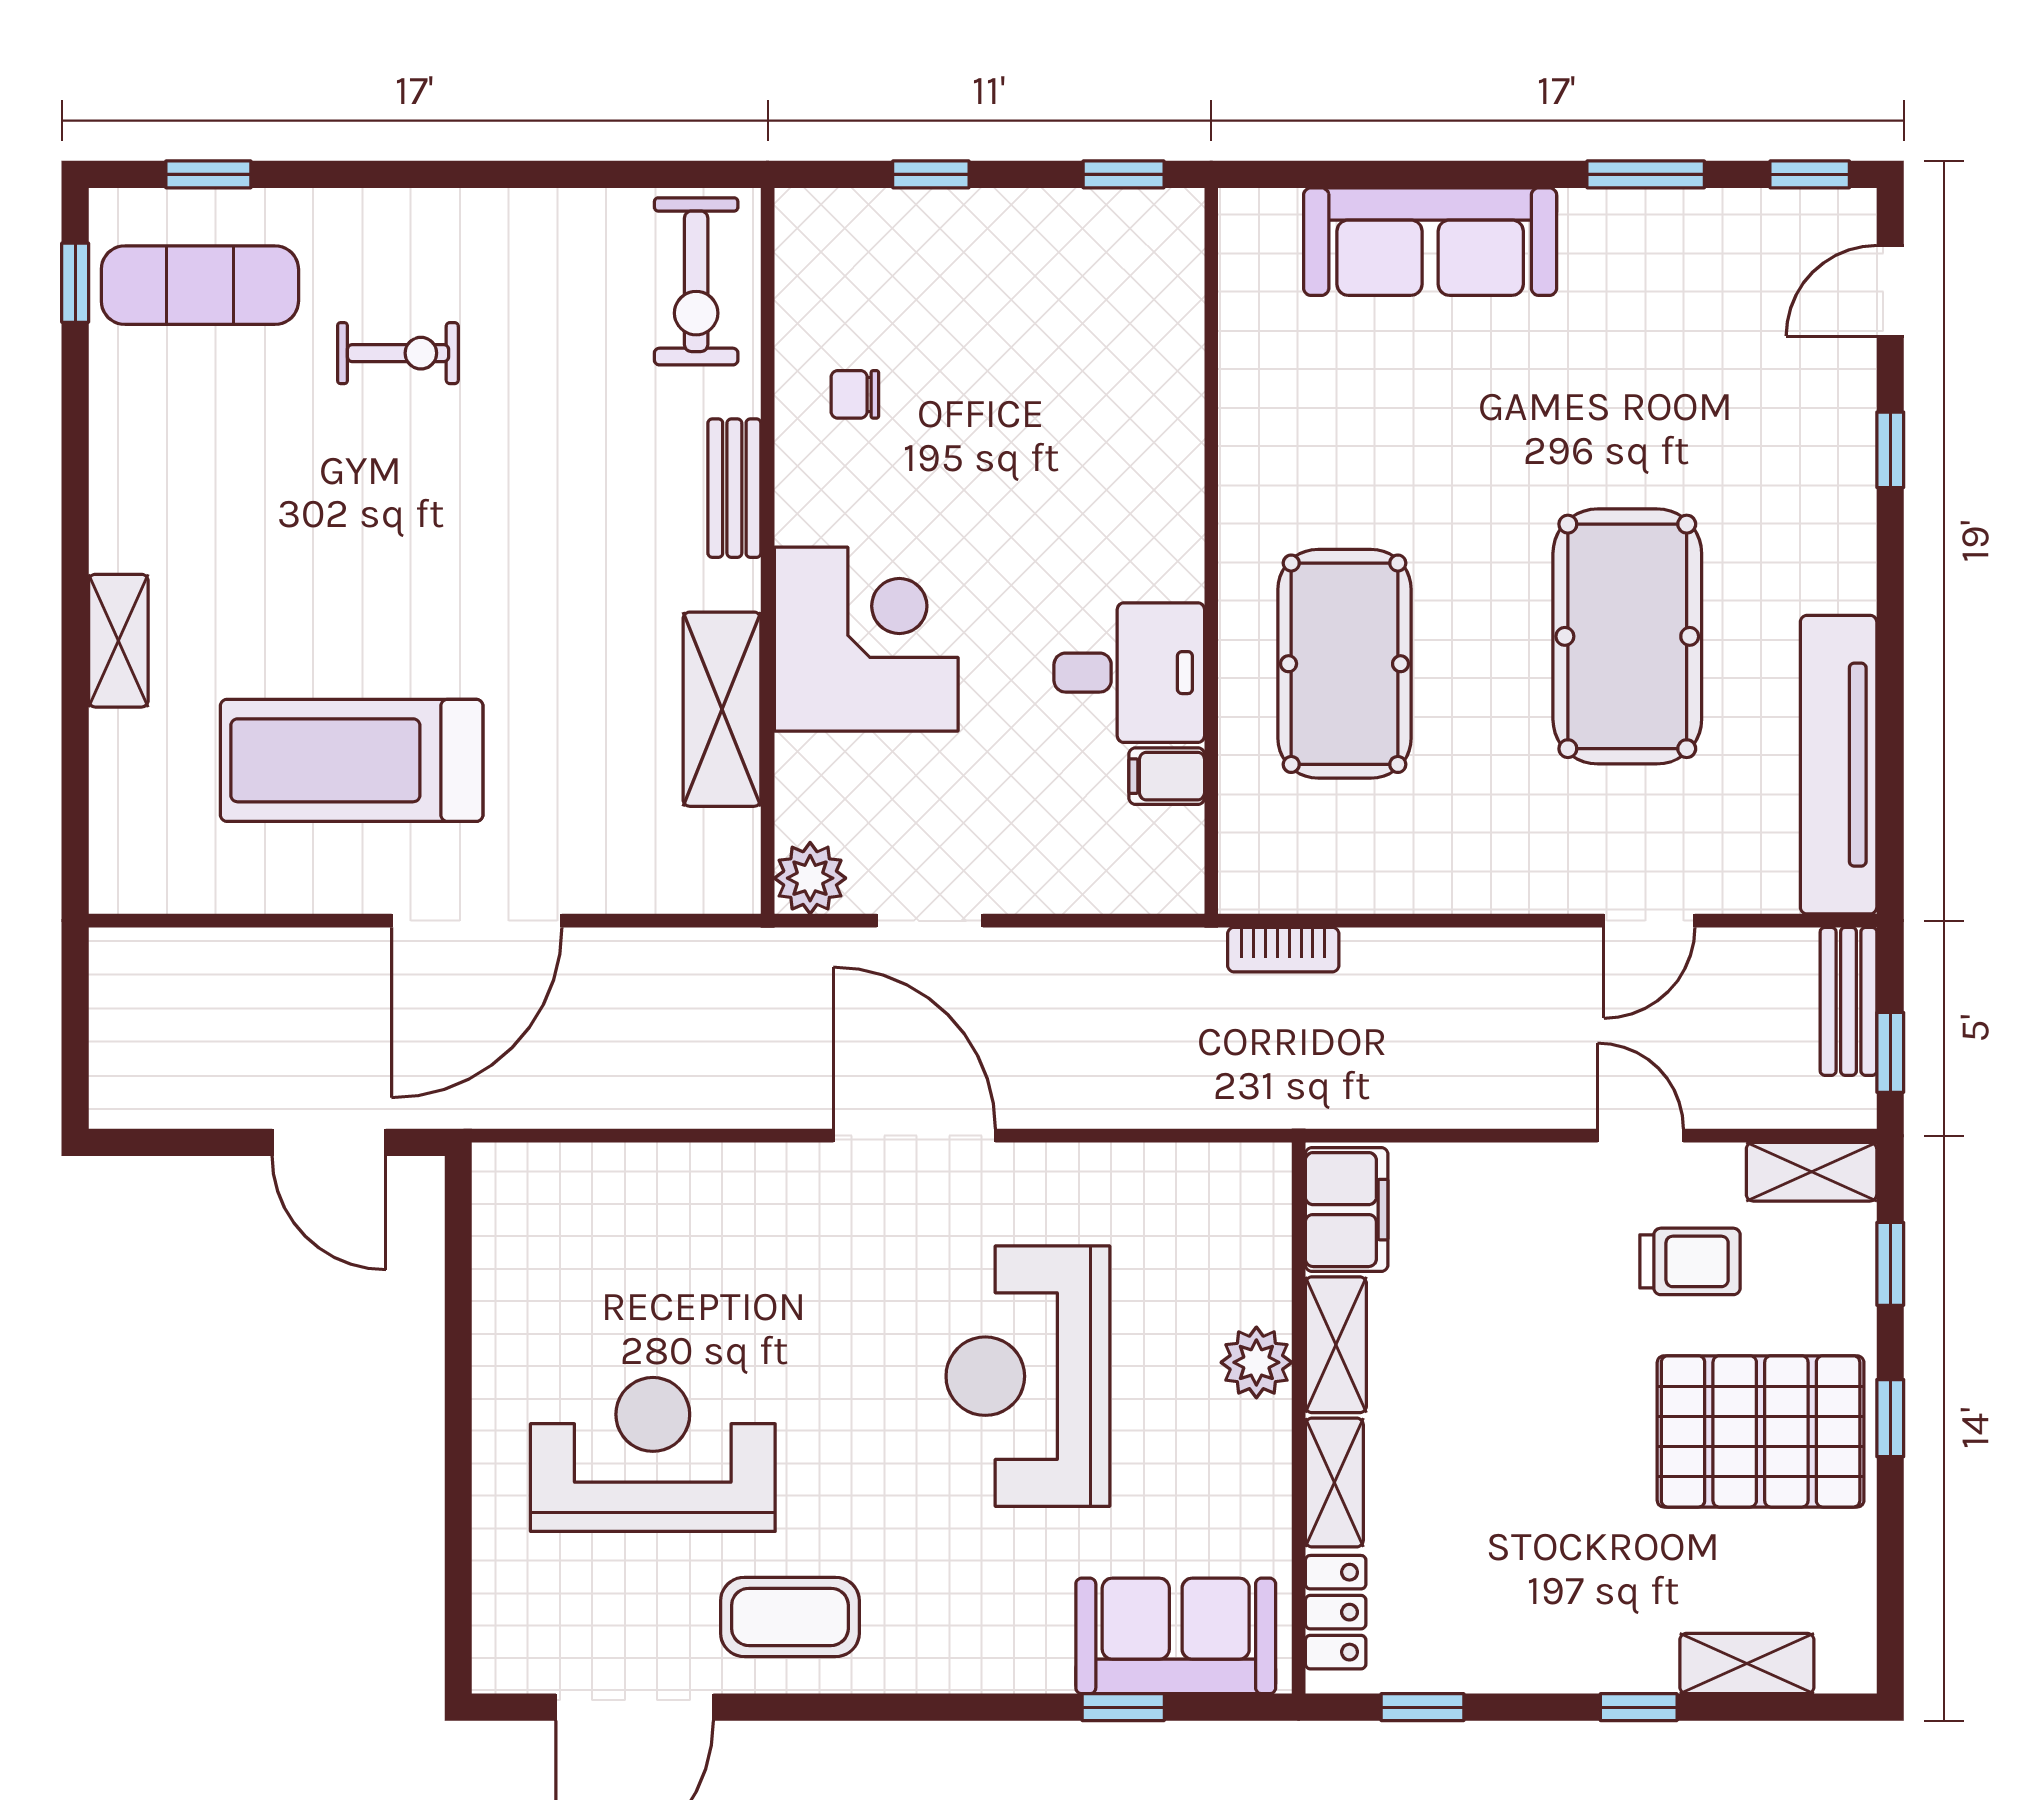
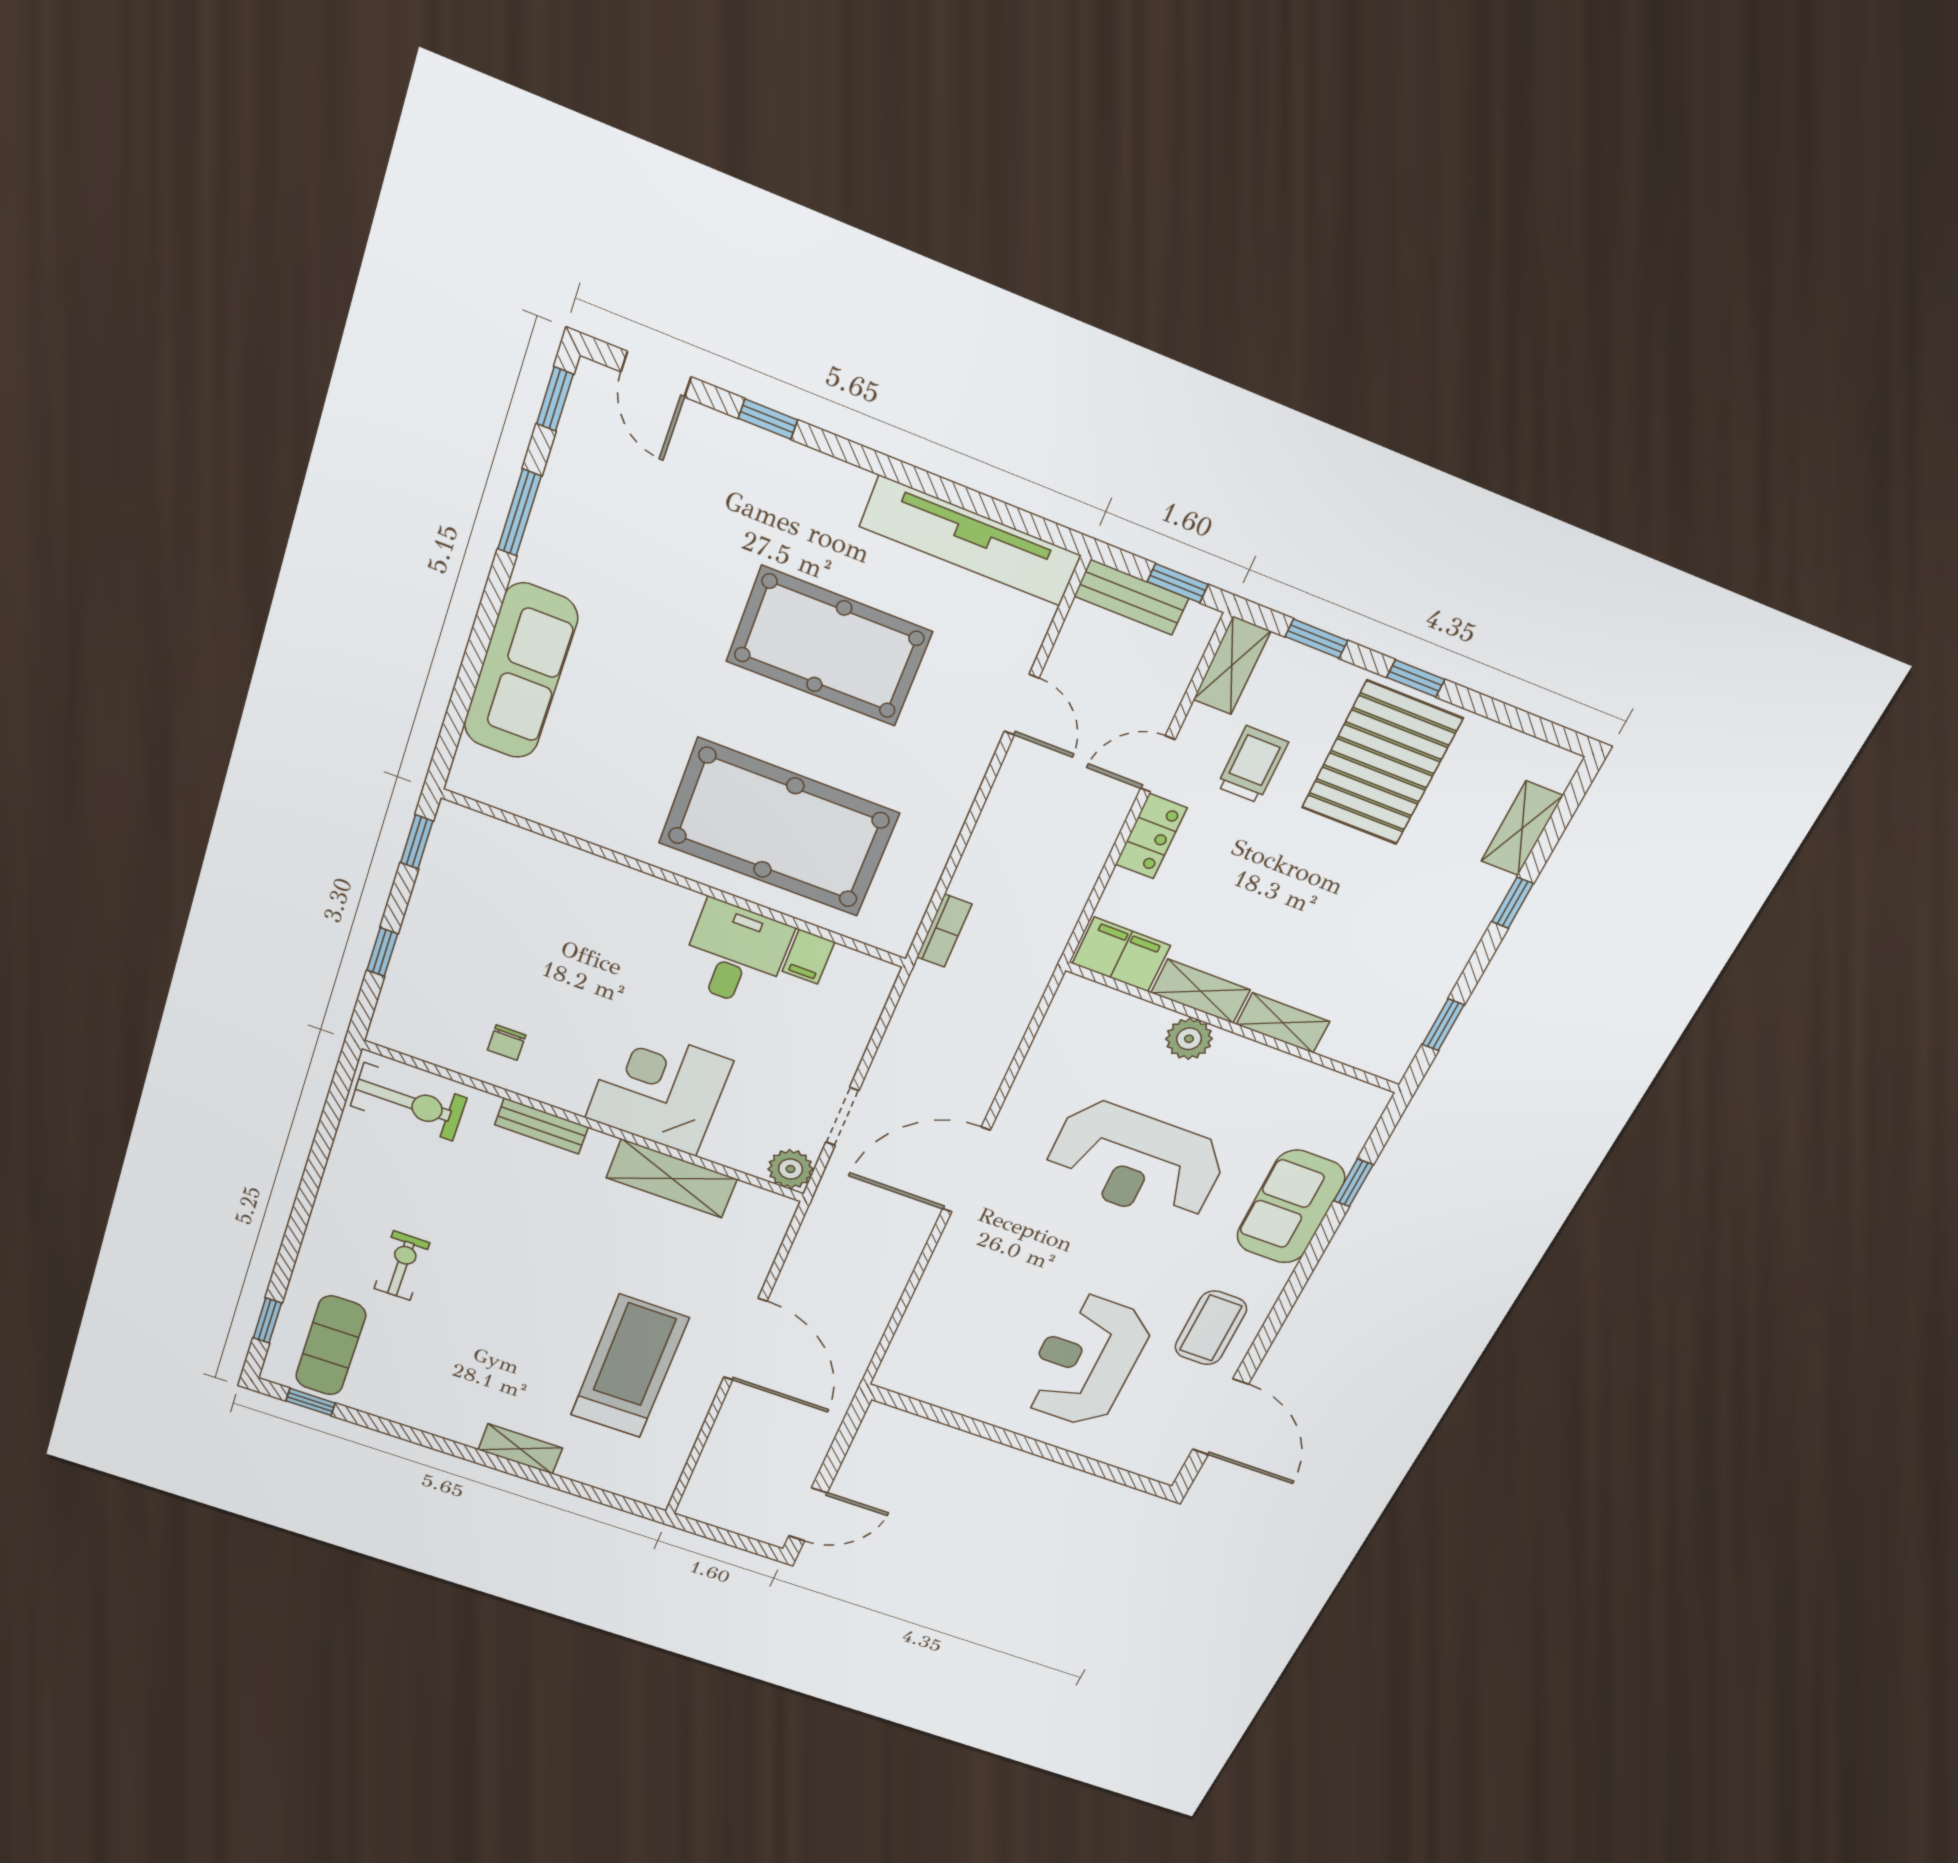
pool table: (1345, 664) -> (779, 828), width x1.36, depth x1.32
treadmill: (352, 760) -> (630, 1367), turned 180
door: (329, 1142) -> (808, 1514), moved
locker: (1336, 1612) -> (1151, 836), moved, turned 90
sofa: (1176, 1636) -> (1291, 1207), moved

